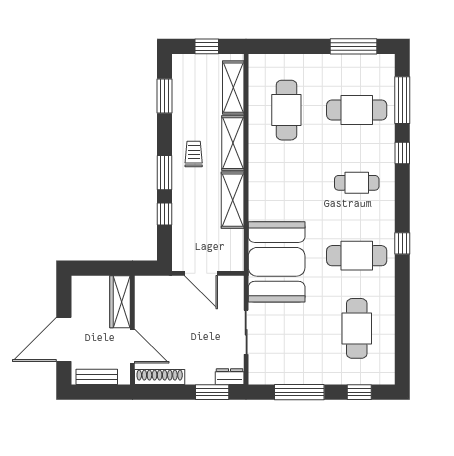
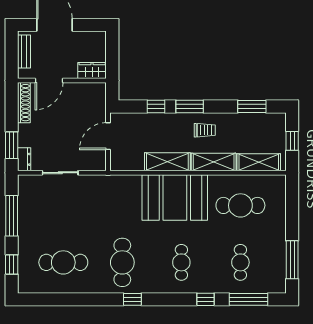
cafe table: (357, 110) -> (240, 262), width x0.73, depth x0.74
booth: (277, 262) -> (175, 197), moved
wardrobe: (120, 302) -> (92, 70), width x0.67

